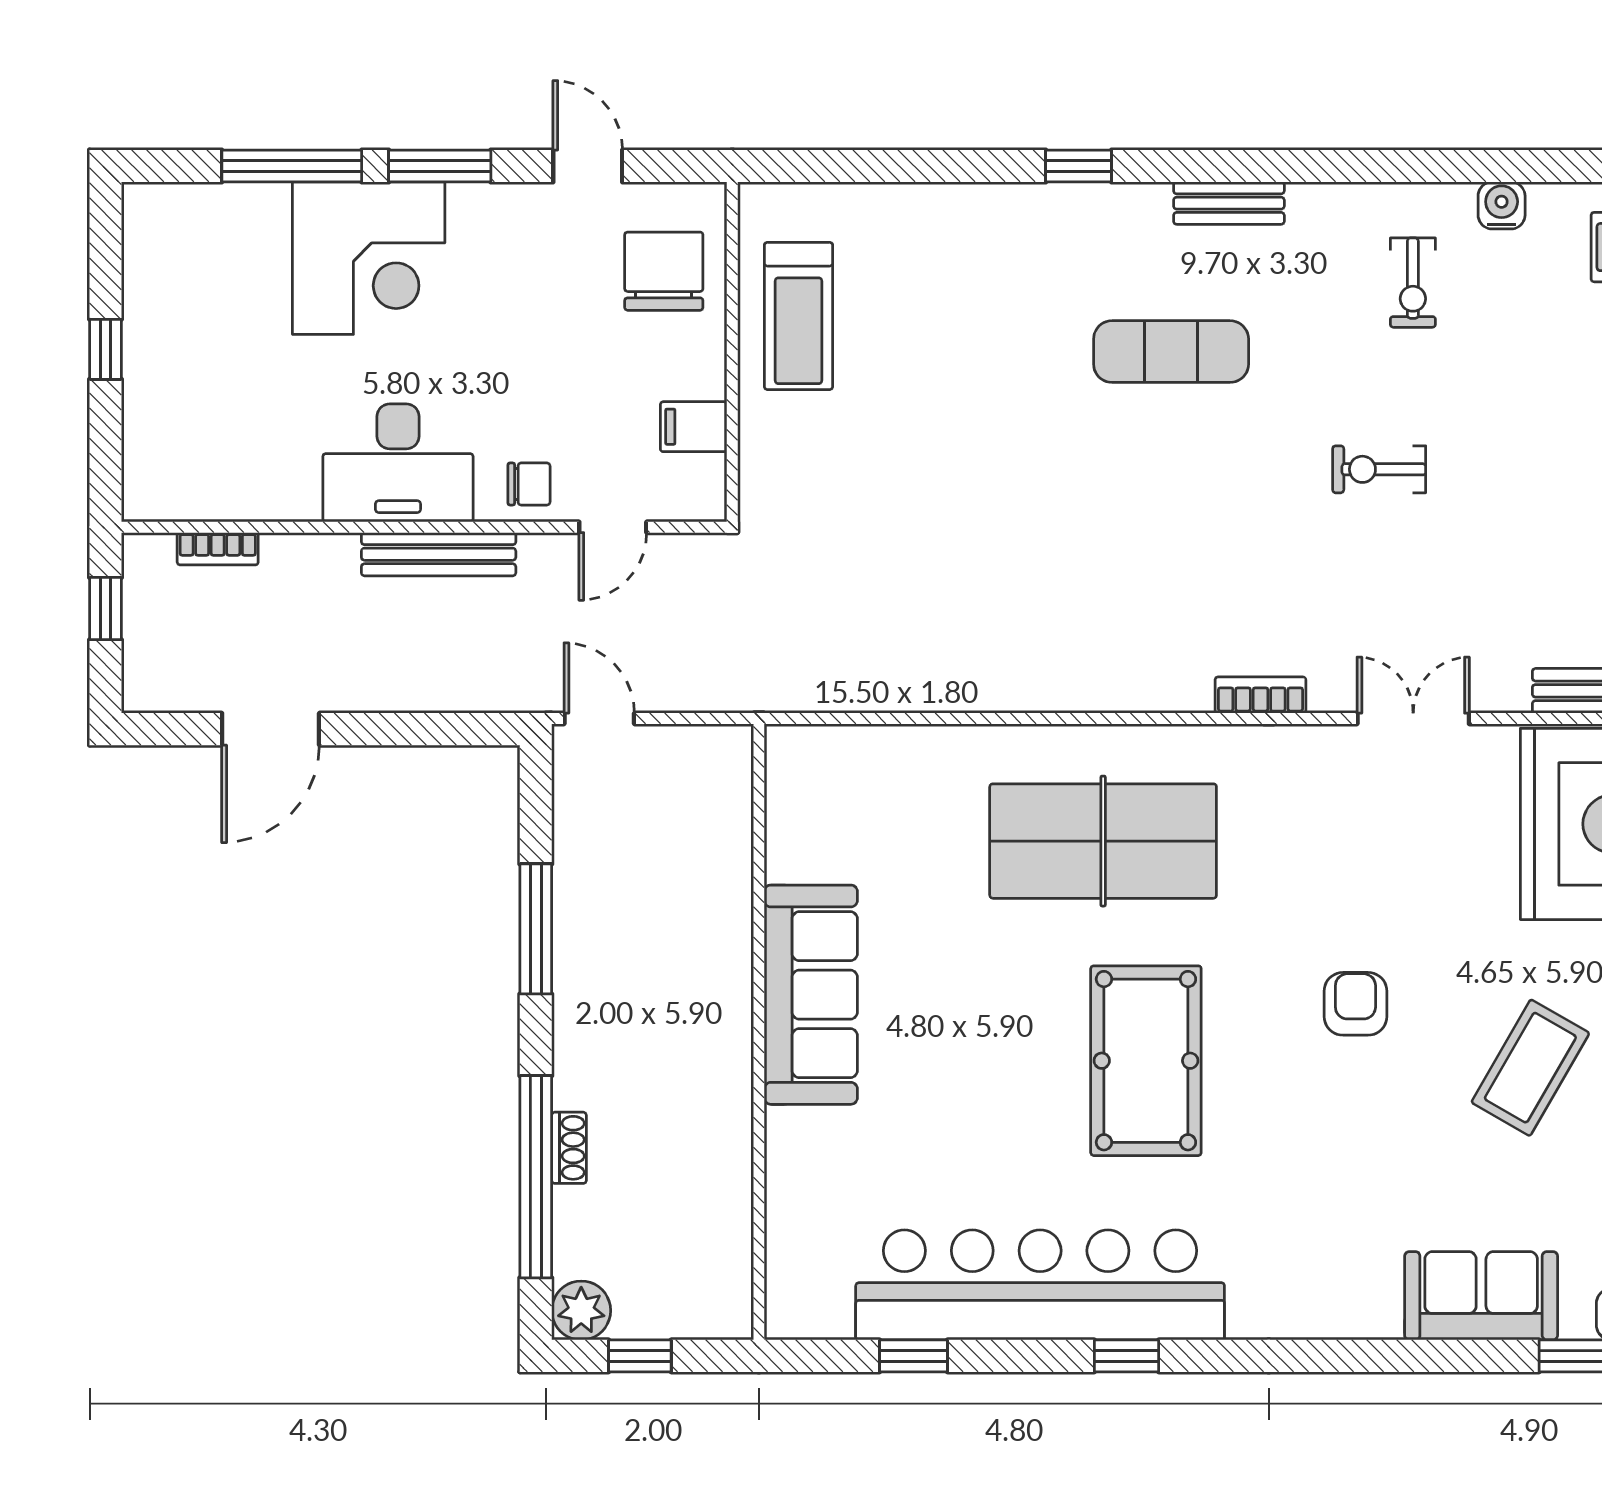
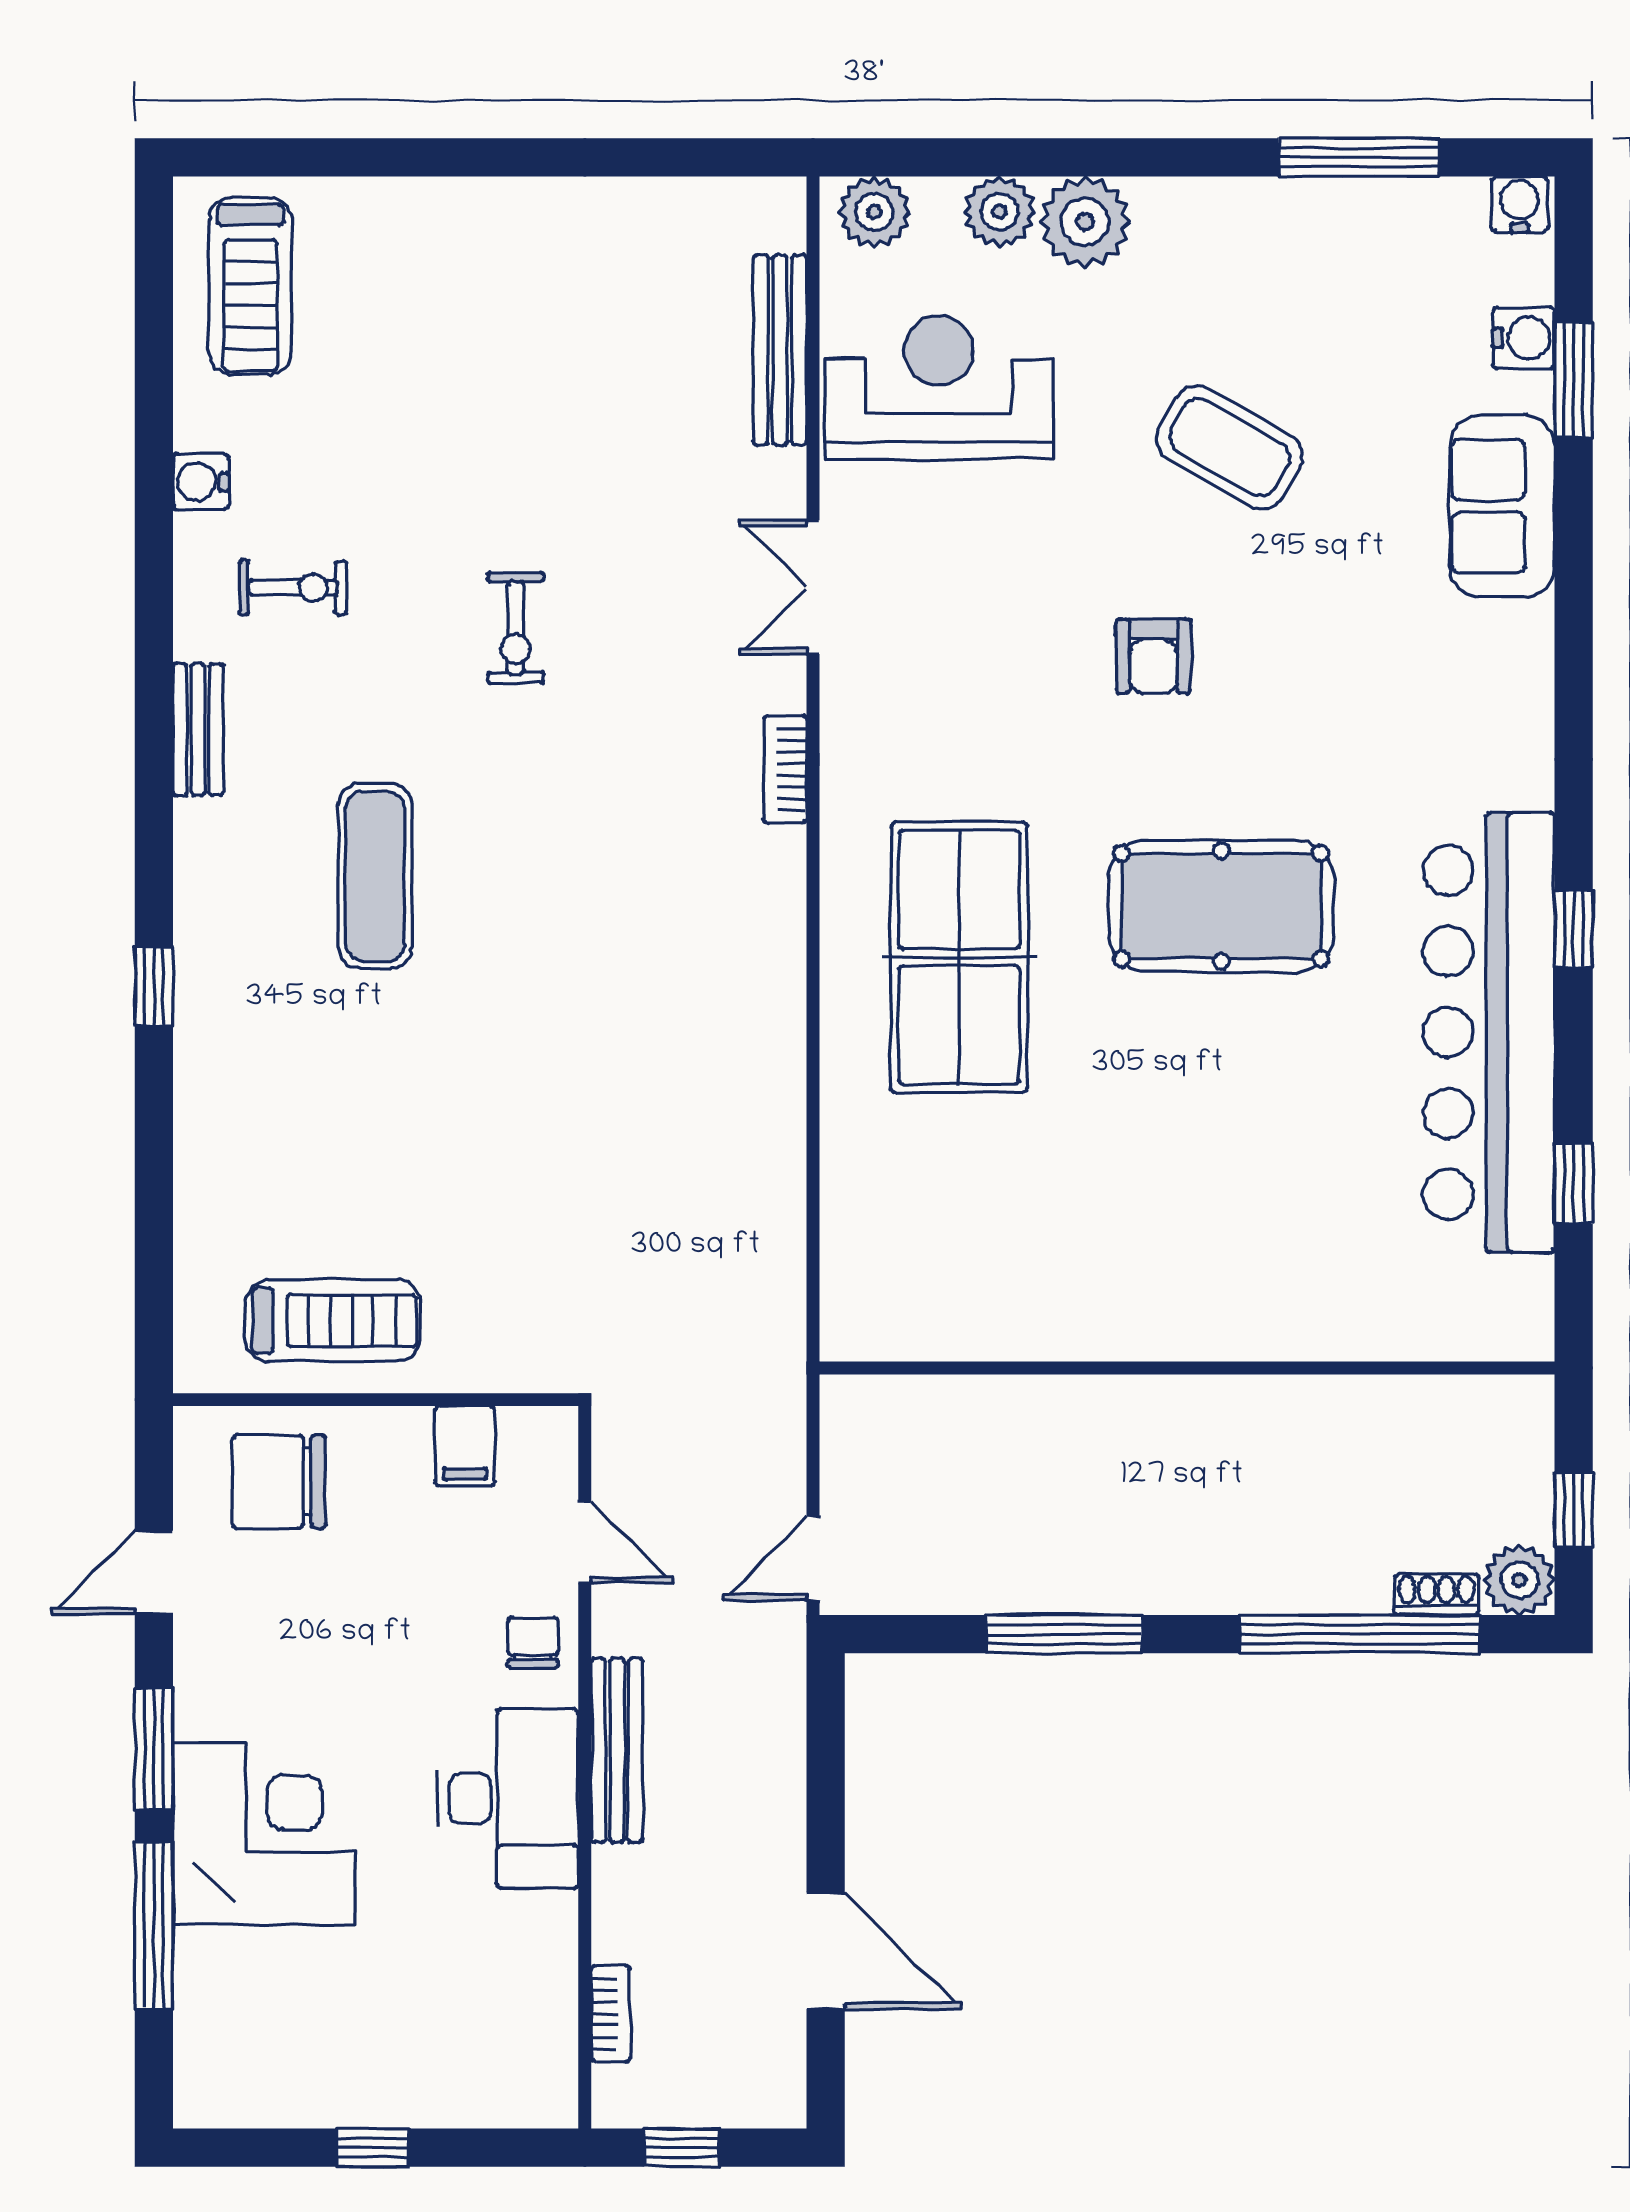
bench: (1229, 203) -> (198, 729), moved
sofa: (811, 995) -> (1143, 1306), removed
armchair: (1355, 1004) -> (1153, 656), turned -90
shoe rack: (569, 1148) -> (1437, 1594), moved

